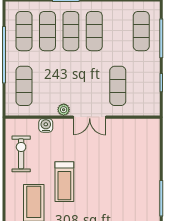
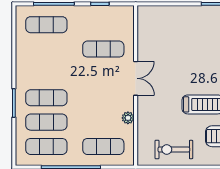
exercise mat: (94, 31) -> (46, 73), removed
plant: (64, 110) -> (128, 118), moved
water cooler: (46, 125) -> (144, 124), removed

